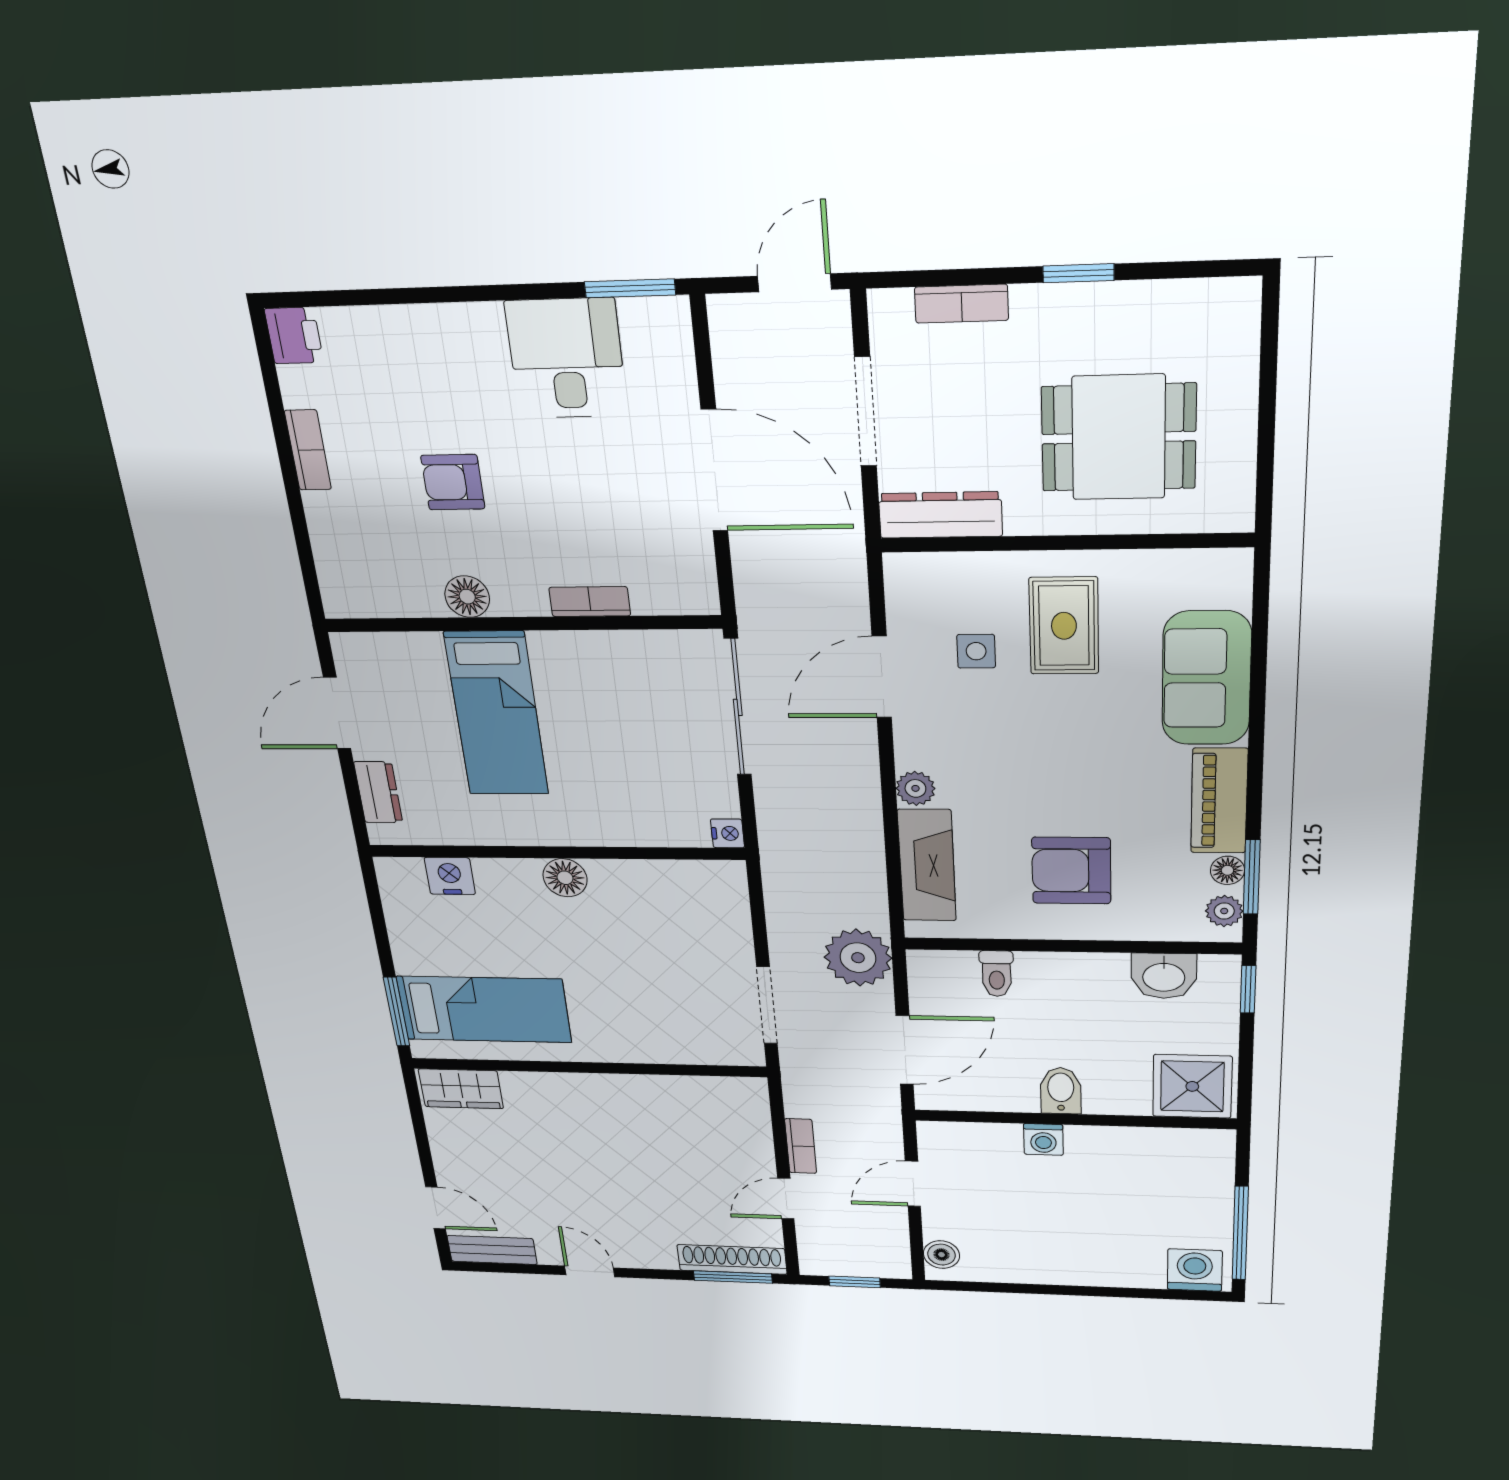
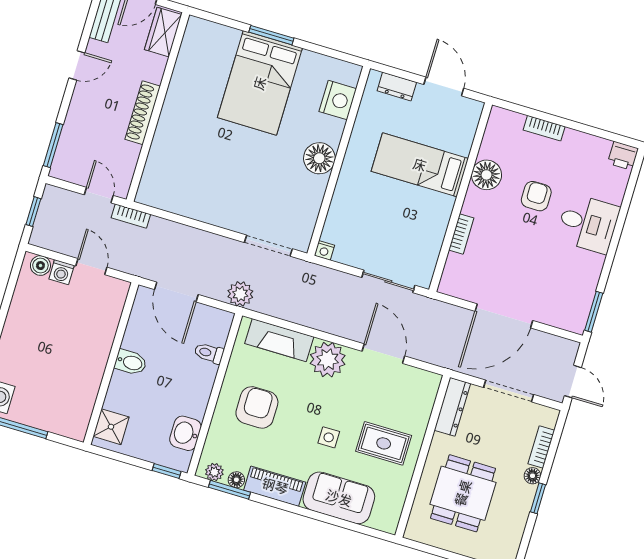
floor lamp: (1032, 302) -> (532, 476), added
desk: (566, 358) -> (588, 224), moved
bookcase: (308, 450) -> (544, 128), moved
floor lamp: (467, 597) -> (486, 175), width x1.38, depth x1.38
side table: (976, 651) -> (329, 437), moved
sliding door: (738, 707) -> (388, 281), width x0.73
plant: (915, 788) -> (328, 360), width x1.88, depth x1.88
nightstand: (450, 876) -> (338, 100), width x1.36, depth x1.33
floor lamp: (565, 878) -> (319, 158), width x1.38, depth x1.38
plant: (858, 958) -> (240, 294), width x0.73, depth x0.73
doorway: (767, 1005) -> (268, 246), moved
bed: (484, 1009) -> (260, 83), width x1.50
wall: (588, 1068) -> (158, 107), moved
shower: (1192, 1086) -> (111, 427), width x0.73, depth x0.73
wardrobe: (461, 1089) -> (163, 32), moved
washing machine: (1043, 1139) -> (62, 272), moved, turned -90
shoe rack: (732, 1259) -> (143, 113), moved, turned 180

